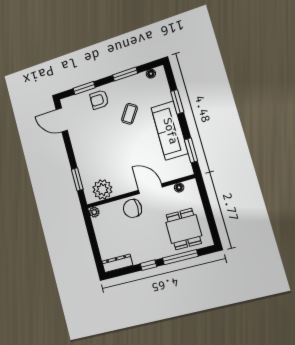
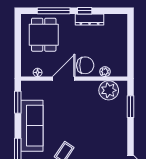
door: (150, 189) -> (64, 79), swing flipped
plant: (94, 212) -> (105, 72), moved
dresser: (117, 263) -> (90, 20), moved

